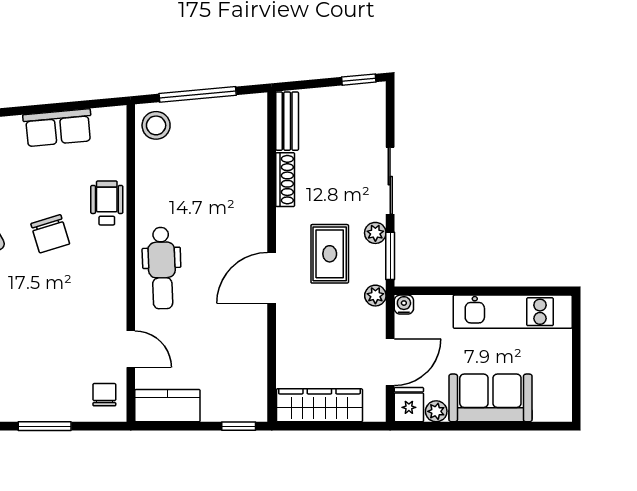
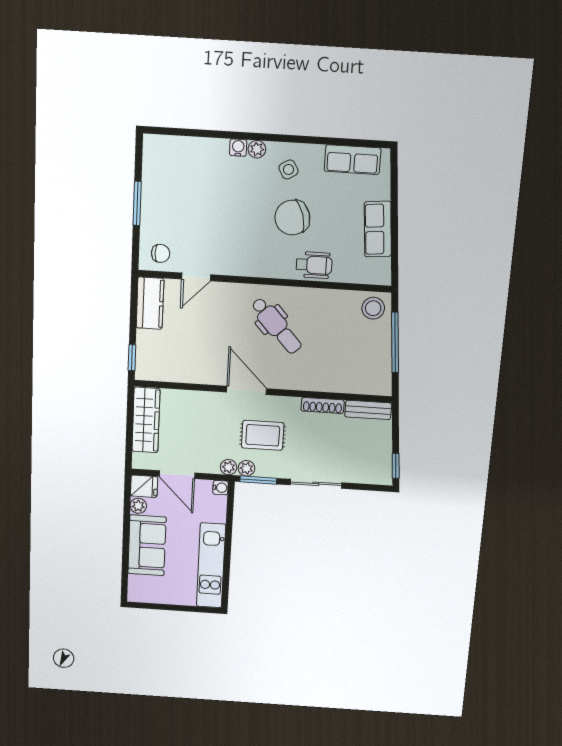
plant: (375, 233) -> (247, 468), moved
chair: (50, 234) -> (292, 218), width x1.37, depth x1.37
dental chair: (162, 268) -> (276, 326), moved, turned -131

